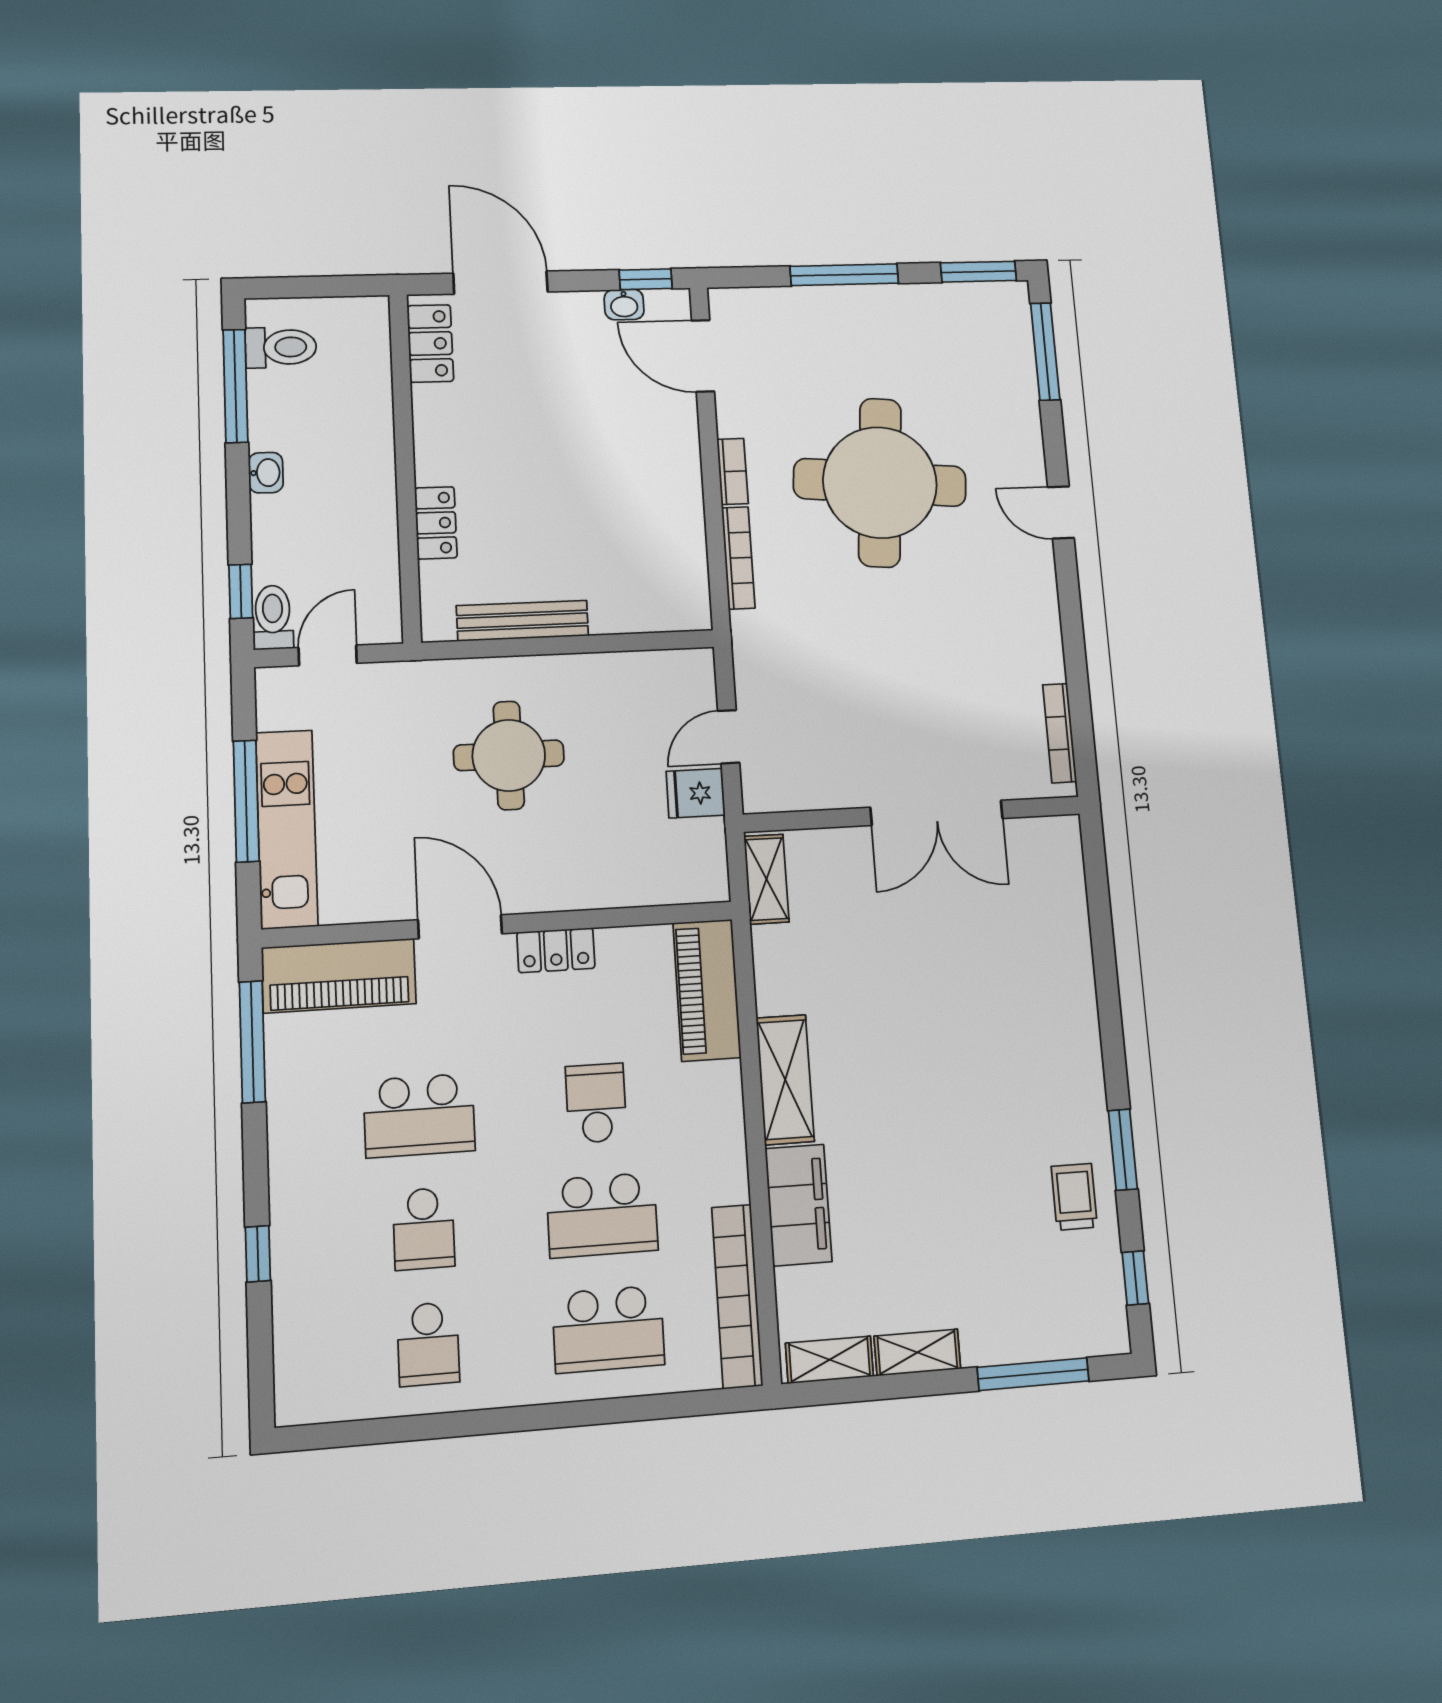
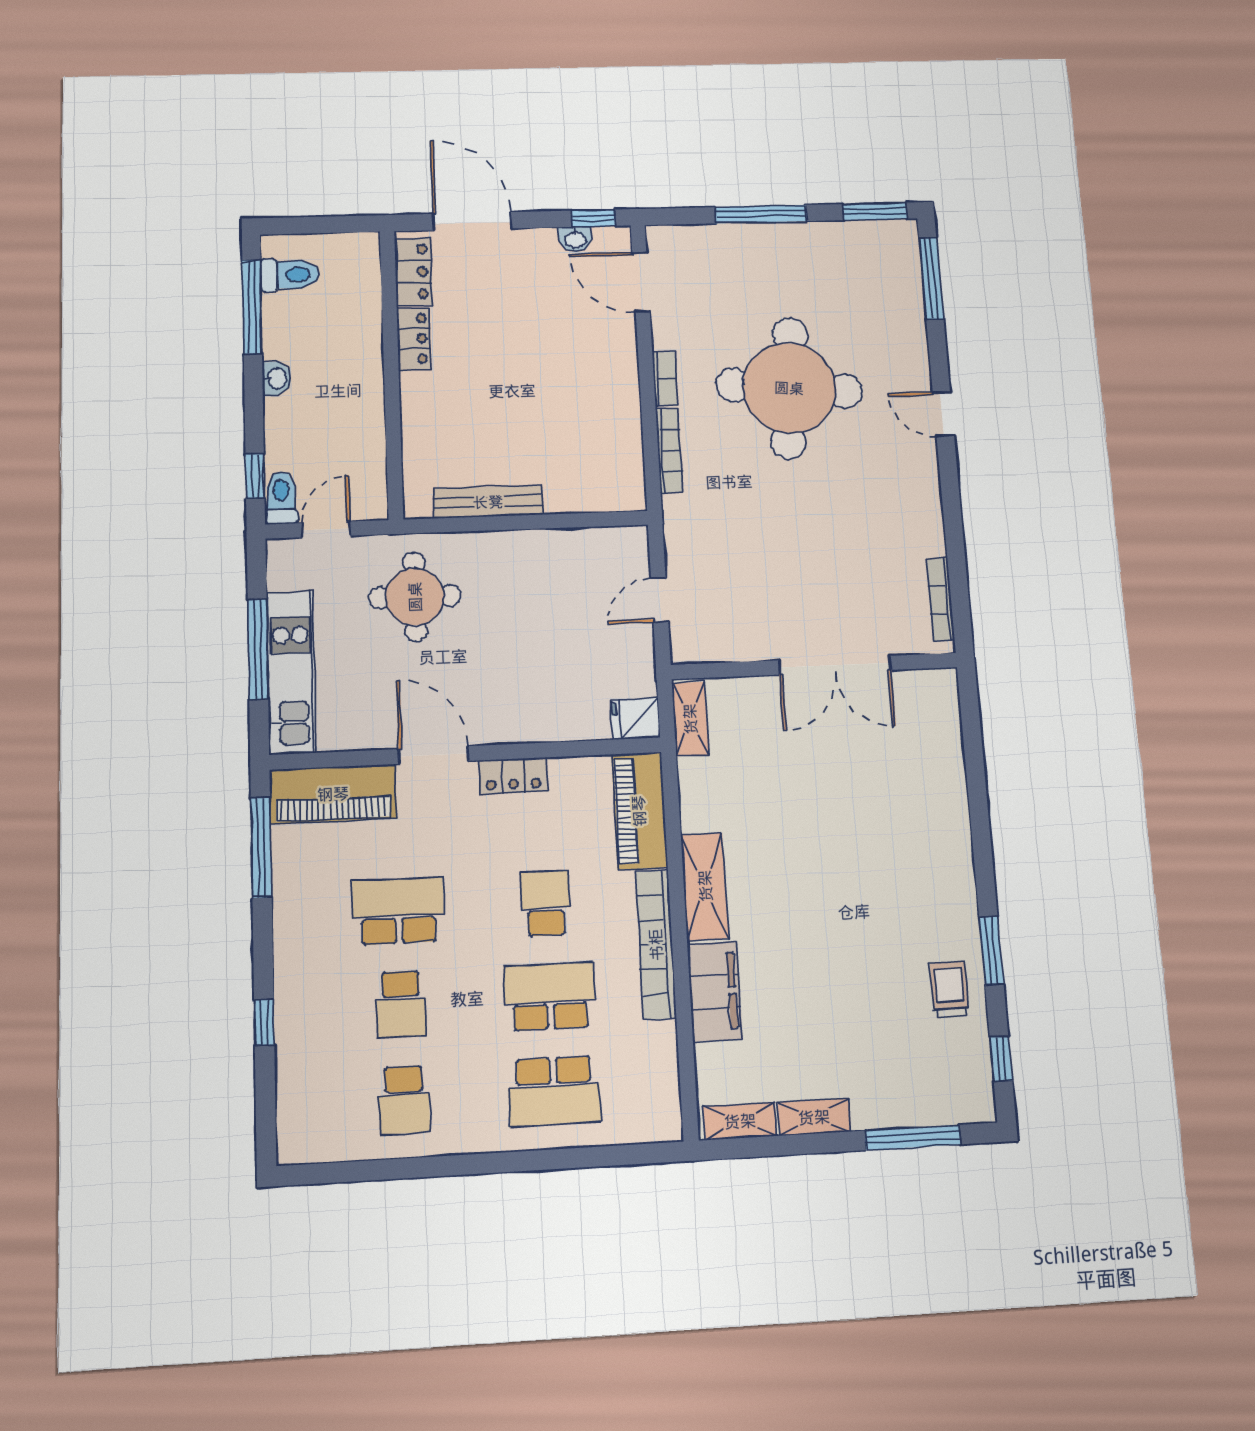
locker: (436, 523) -> (414, 339), moved
round table: (509, 755) -> (415, 597), moved
fridge: (696, 793) -> (635, 719), moved
school desk: (419, 1115) -> (398, 911), turned 180
school desk: (602, 1215) -> (550, 996), turned 180
bookcase: (737, 1296) -> (656, 945), moved

